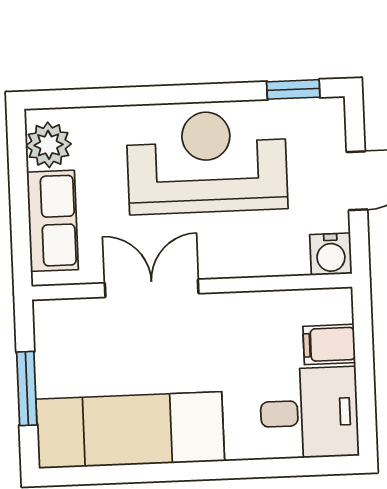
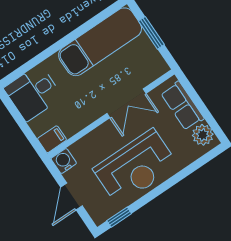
filing cabinet: (329, 344) -> (52, 139), moved

